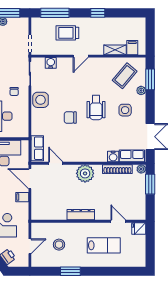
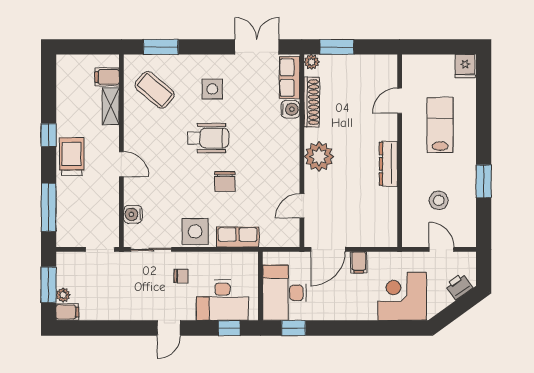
trolley: (67, 33) -> (72, 157), moved, turned 180
plant: (141, 90) -> (179, 62), removed
row of seats: (37, 148) -> (238, 237), moved
fridge: (139, 228) -> (465, 66), moved

